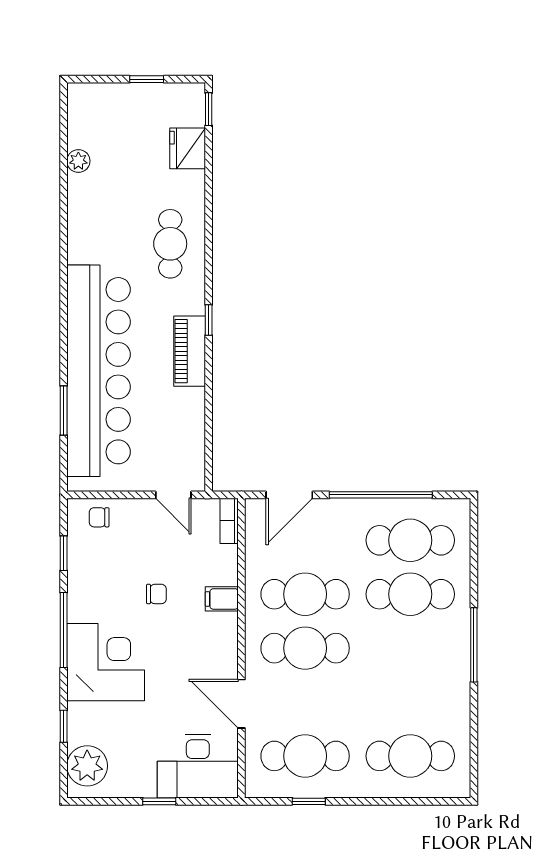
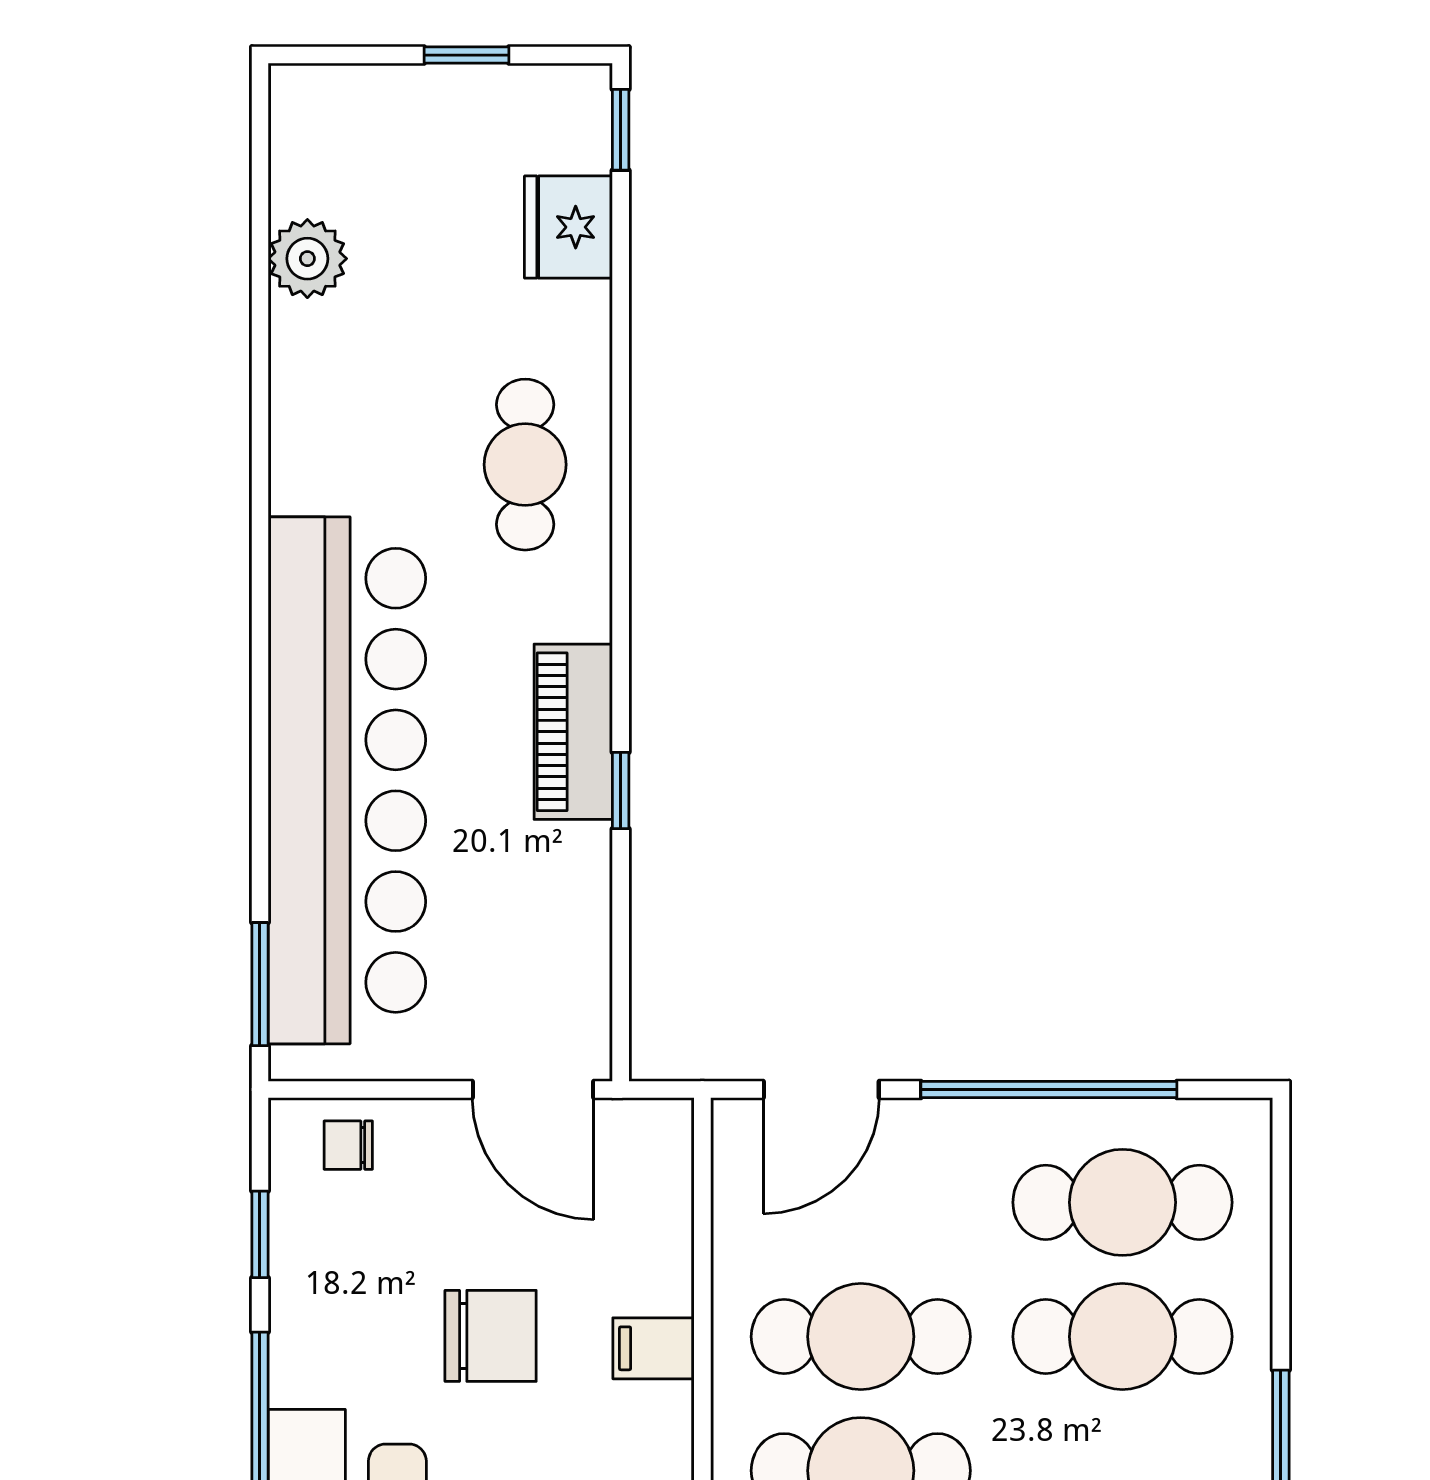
plant: (78, 161) -> (307, 259), width x1.38, depth x1.38
window: (209, 320) -> (621, 791), moved
window: (64, 411) -> (260, 984), moved
door: (173, 495) -> (533, 1090), width x1.38
bookcase: (229, 521) -> (672, 1154), removed
chair: (156, 594) -> (491, 1336), width x1.87, depth x1.87

